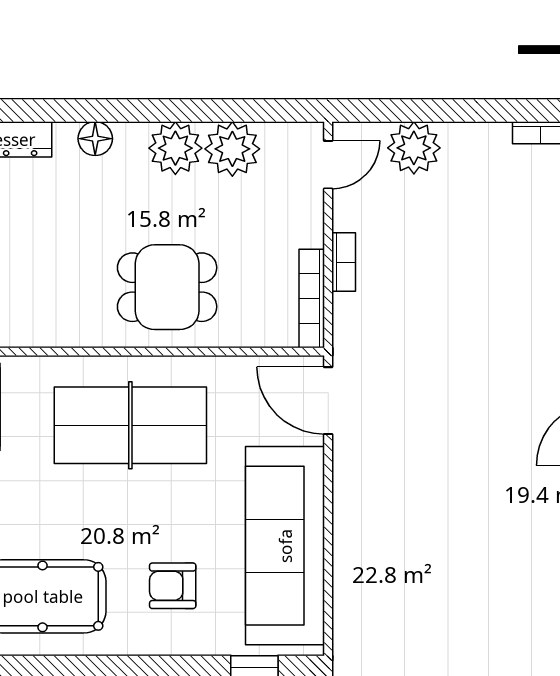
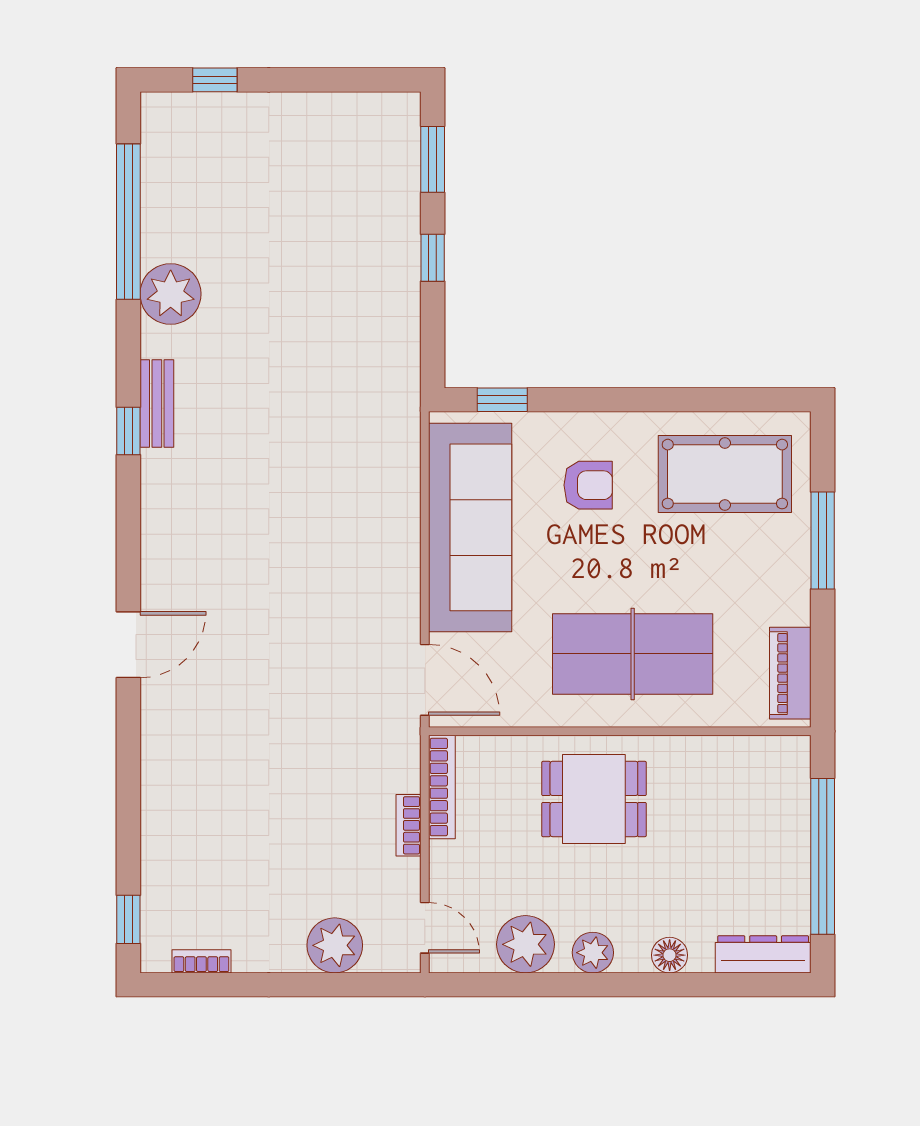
plant: (175, 148) -> (593, 953), width x0.73, depth x0.73
door: (328, 165) -> (425, 928), swing flipped

